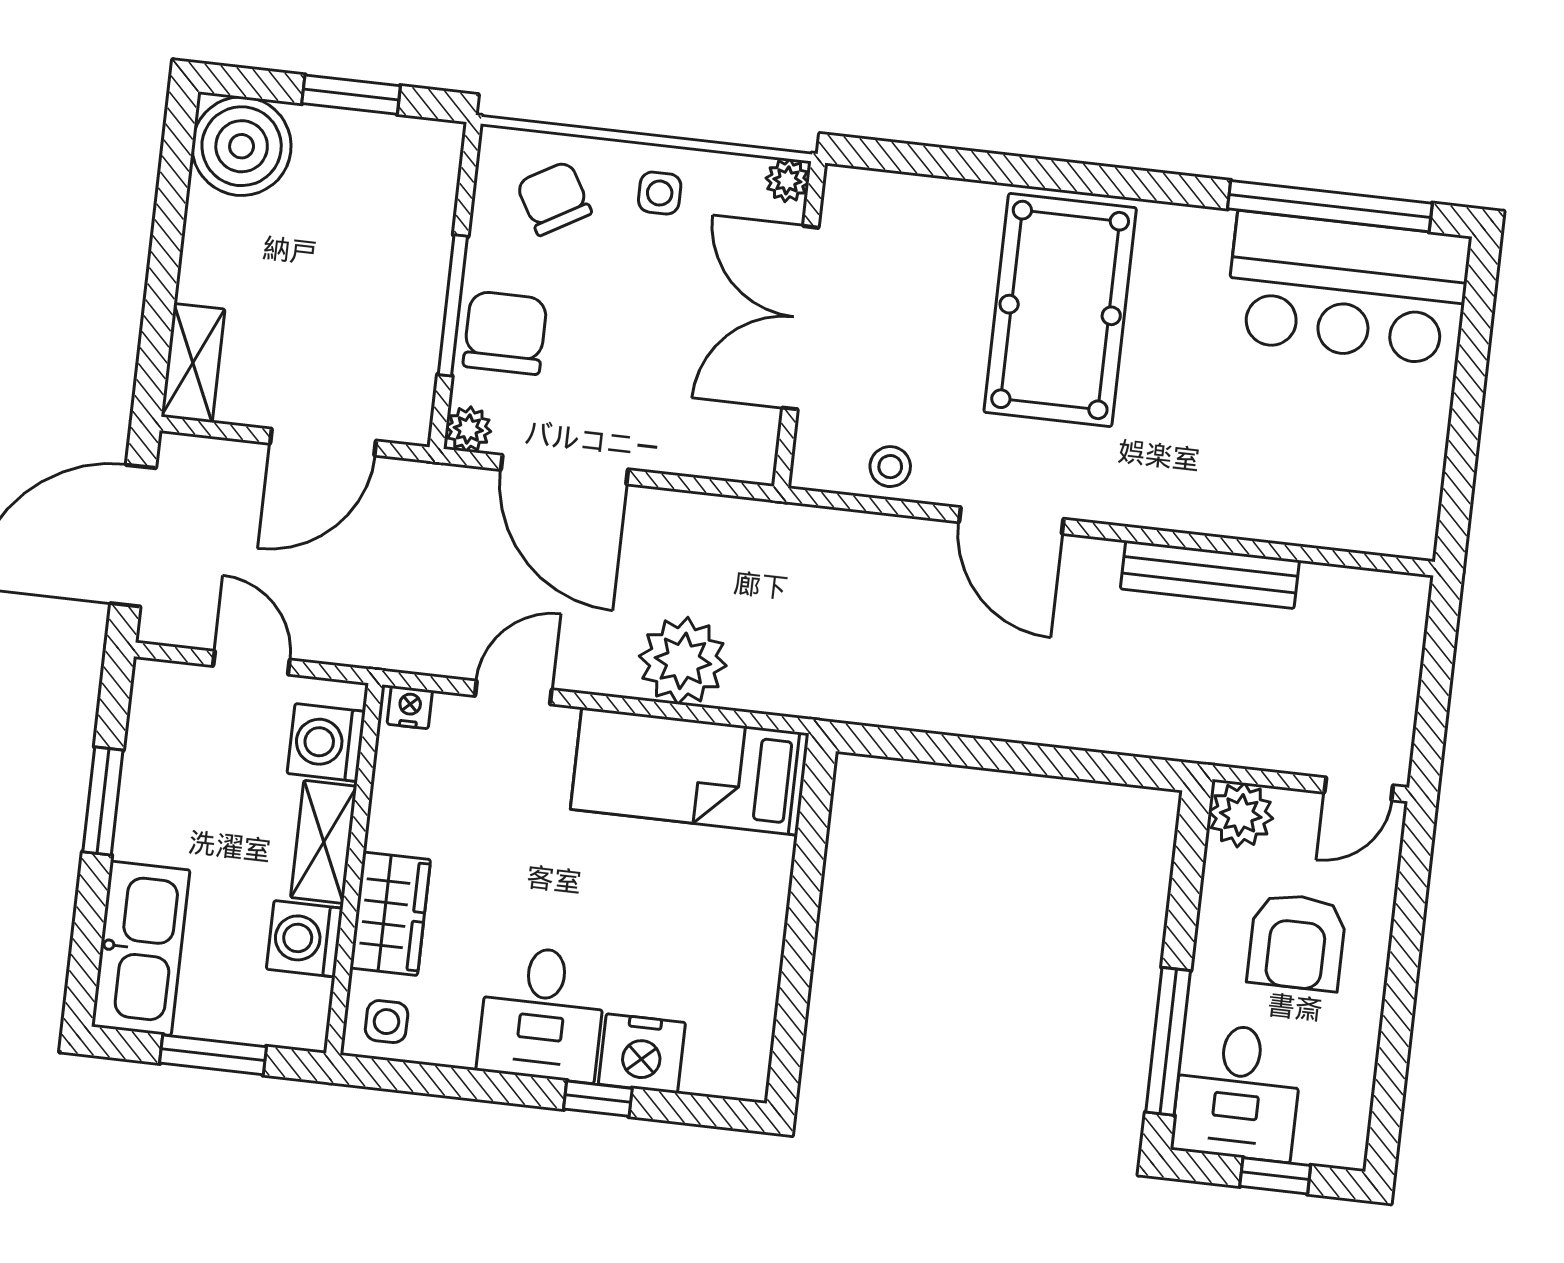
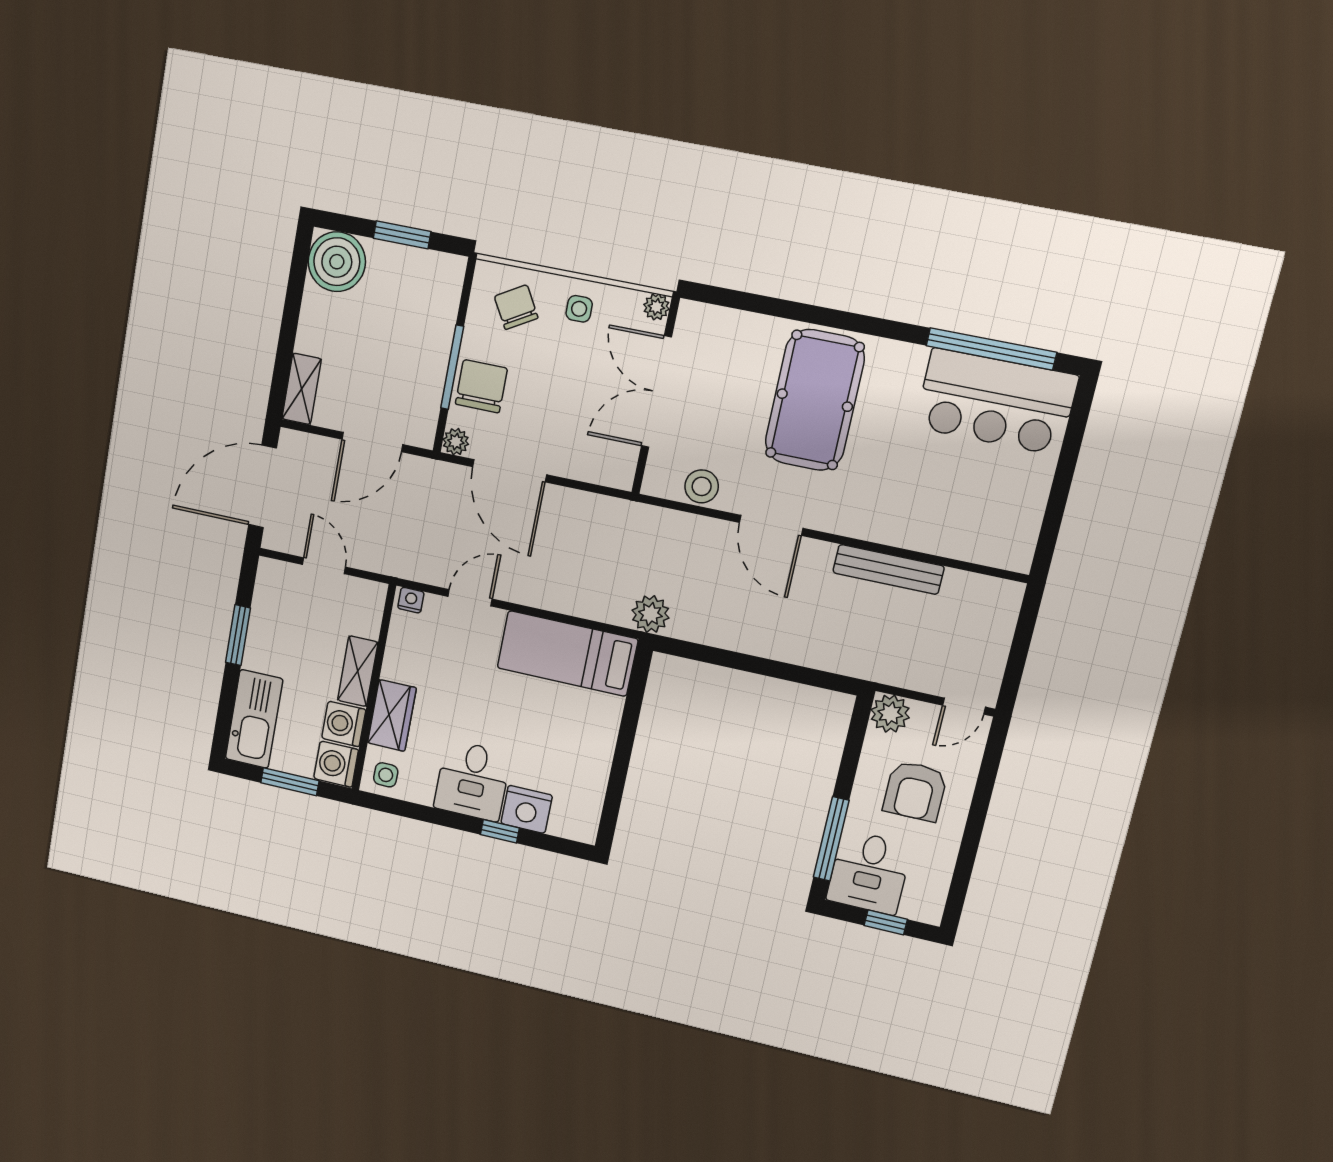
stool: (890, 467) -> (702, 486), width x1.37, depth x1.37
plant: (683, 661) -> (650, 614), moved, width x0.73, depth x0.73
washing machine: (326, 743) -> (336, 764), moved

